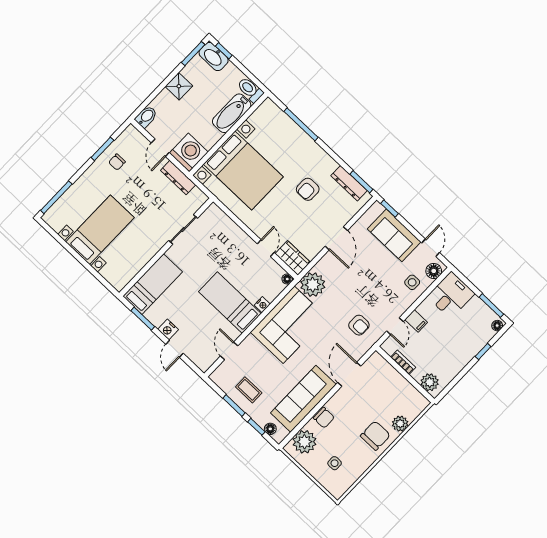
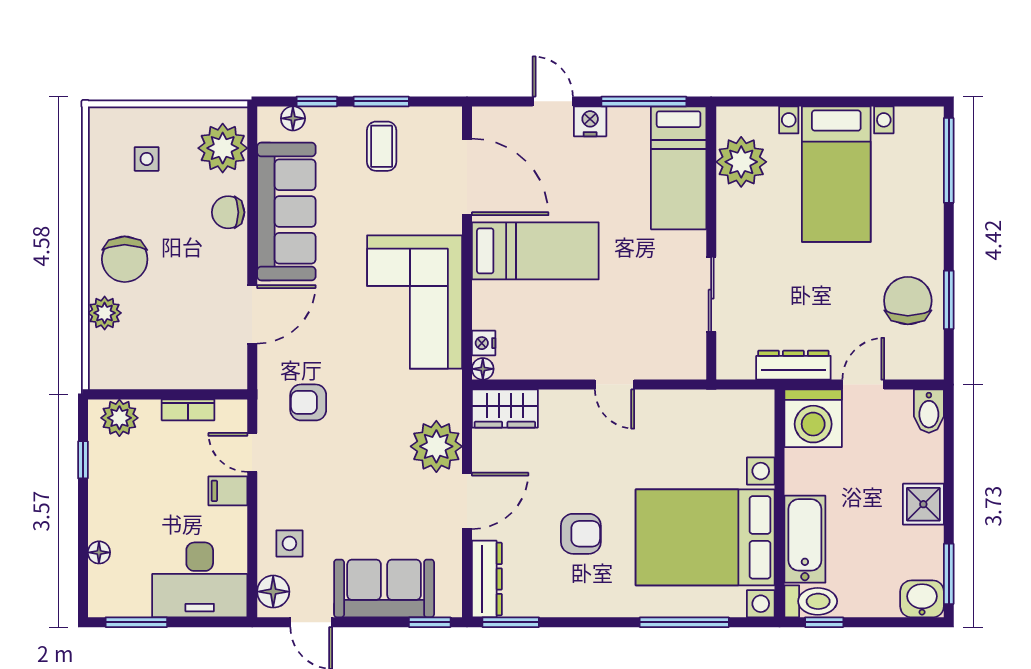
window: (224, 51) -> (824, 622), moved
washbasin: (214, 57) -> (922, 599), width x0.72
door: (160, 148) -> (863, 385), hinge flipped
chair: (117, 162) -> (908, 301), width x1.87, depth x1.87
bed with nightstands: (243, 171) -> (705, 537), moved
dresser: (349, 183) -> (487, 579), moved, turned 90
armchair: (308, 189) -> (581, 534), turned 90
door: (336, 238) -> (467, 501), swing flipped
door: (266, 248) -> (615, 385), moved
plant: (129, 265) -> (741, 162), added
plant: (313, 285) -> (436, 446), moved
desk: (451, 295) -> (200, 580), width x1.37
nightstand: (262, 305) -> (484, 343), moved
window: (143, 319) -> (644, 101), width x1.44
floor lamp: (497, 326) -> (99, 552), moved
door: (229, 351) -> (467, 177), width x1.87
window: (483, 351) -> (83, 460), moved
door: (349, 374) -> (252, 314), hinge flipped
coffee table: (249, 390) -> (382, 146), turned 90

